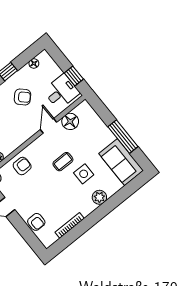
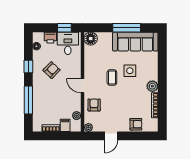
printer: (53, 70) -> (50, 38), added
floor lamp: (70, 121) -> (91, 39), moved
door: (48, 126) -> (82, 86), moved
sofa: (121, 162) -> (135, 42), width x1.36
plant: (99, 197) -> (152, 86), moved

